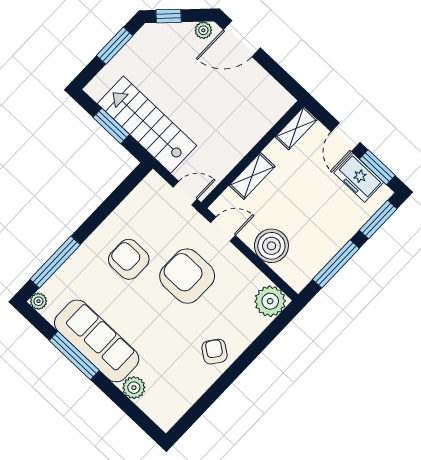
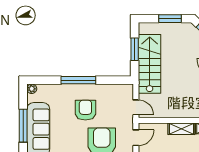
shelving: (252, 176) -> (181, 129), moved
door: (223, 229) -> (136, 138), hinge flipped
window: (55, 262) -> (78, 80), moved

